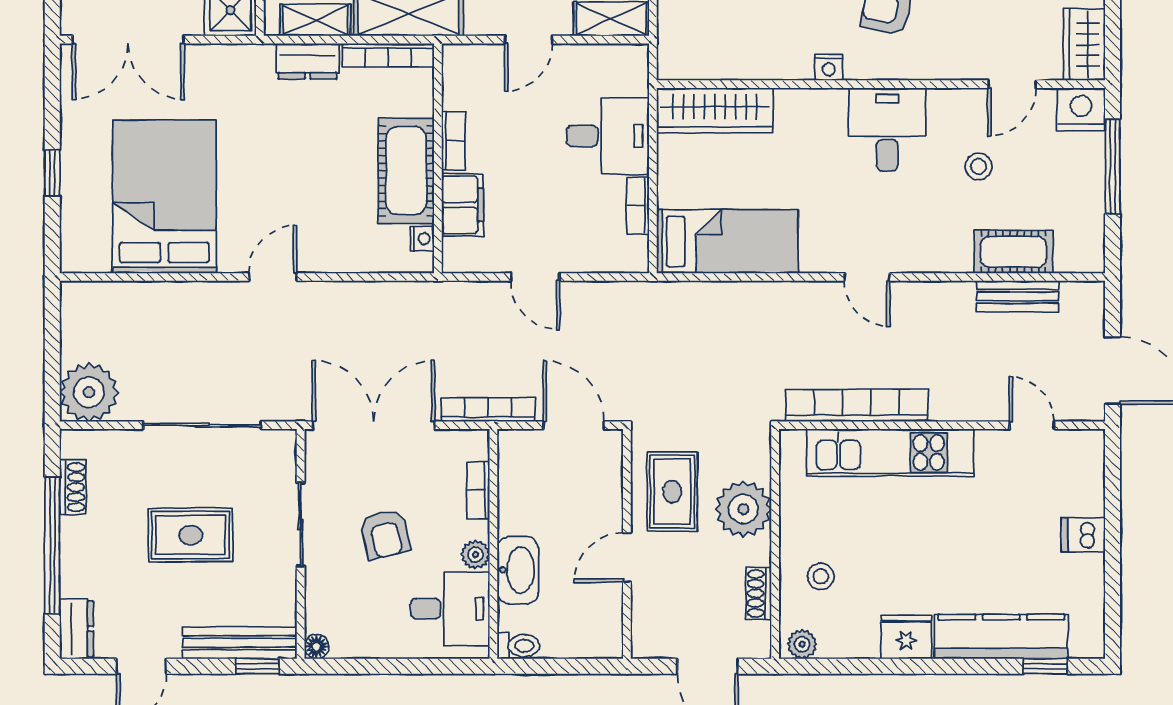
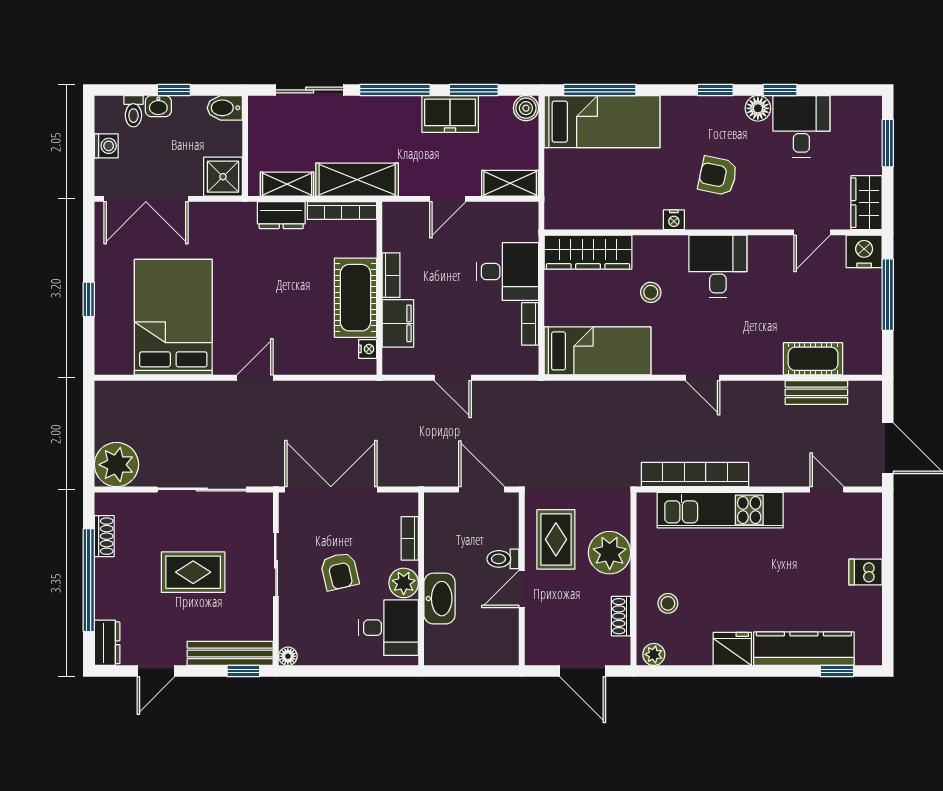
stool: (978, 166) -> (651, 292), moved
bookcase: (488, 410) -> (417, 478), removed
plant: (475, 555) -> (404, 583), width x1.38, depth x1.38
toilet: (518, 646) -> (503, 559), moved, turned 180

